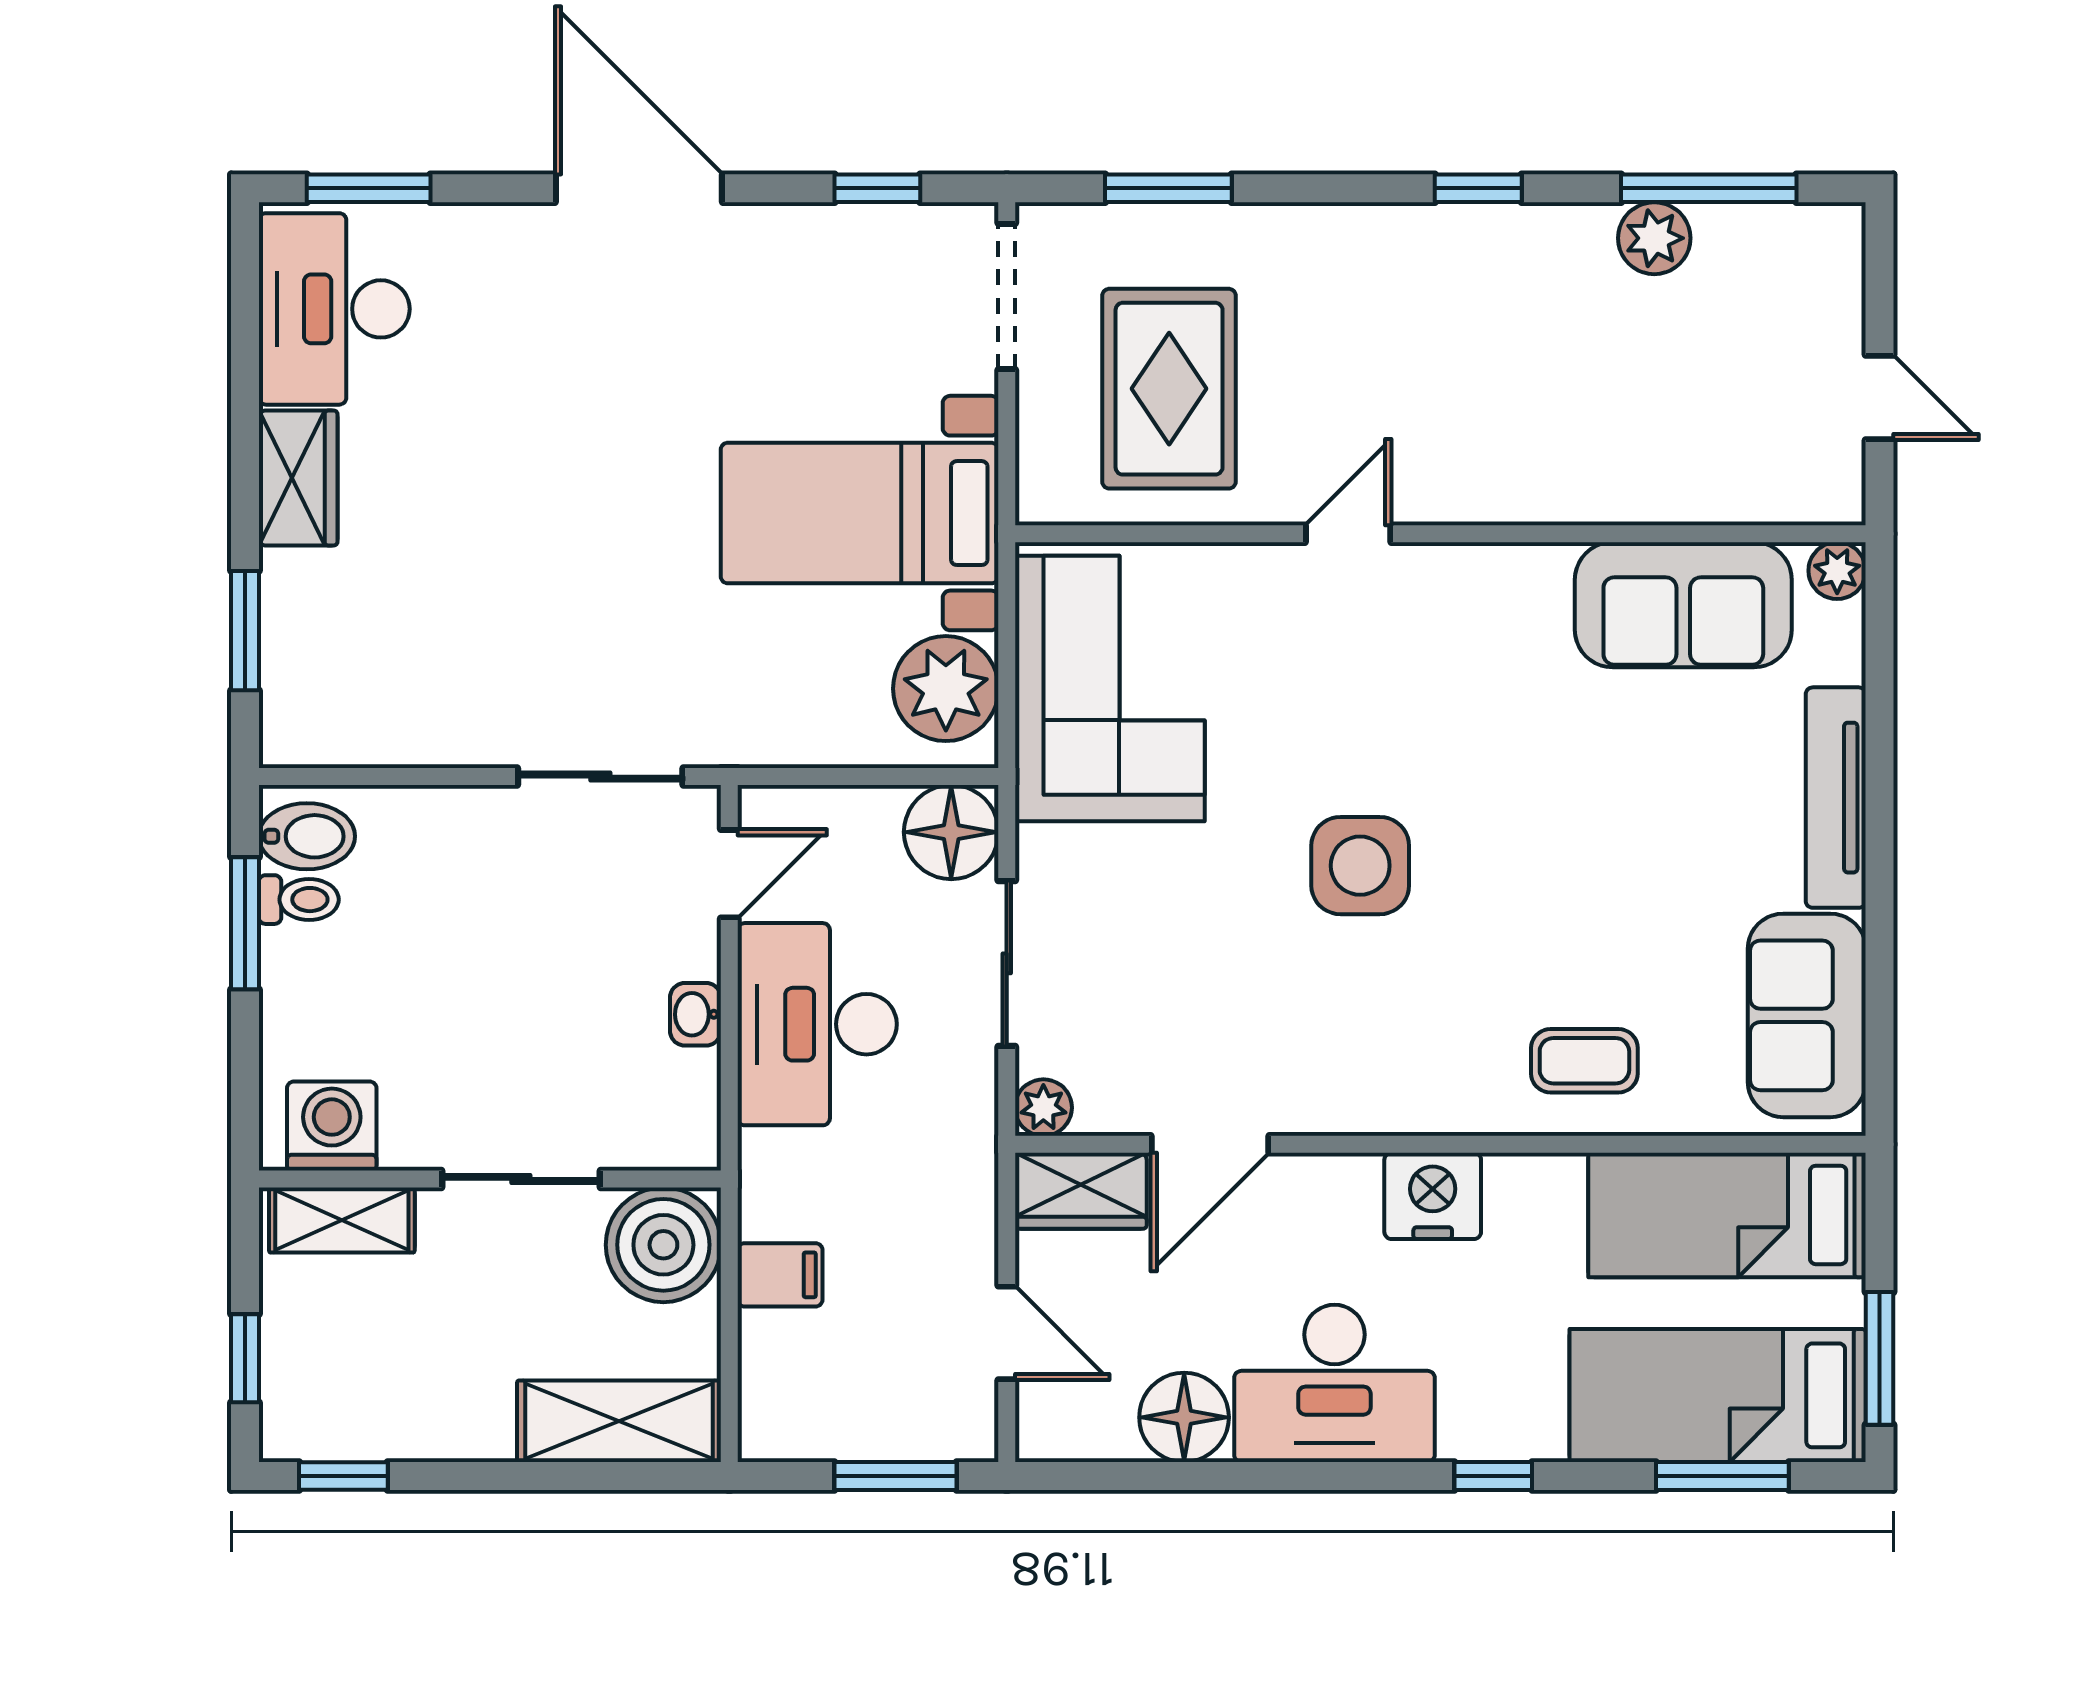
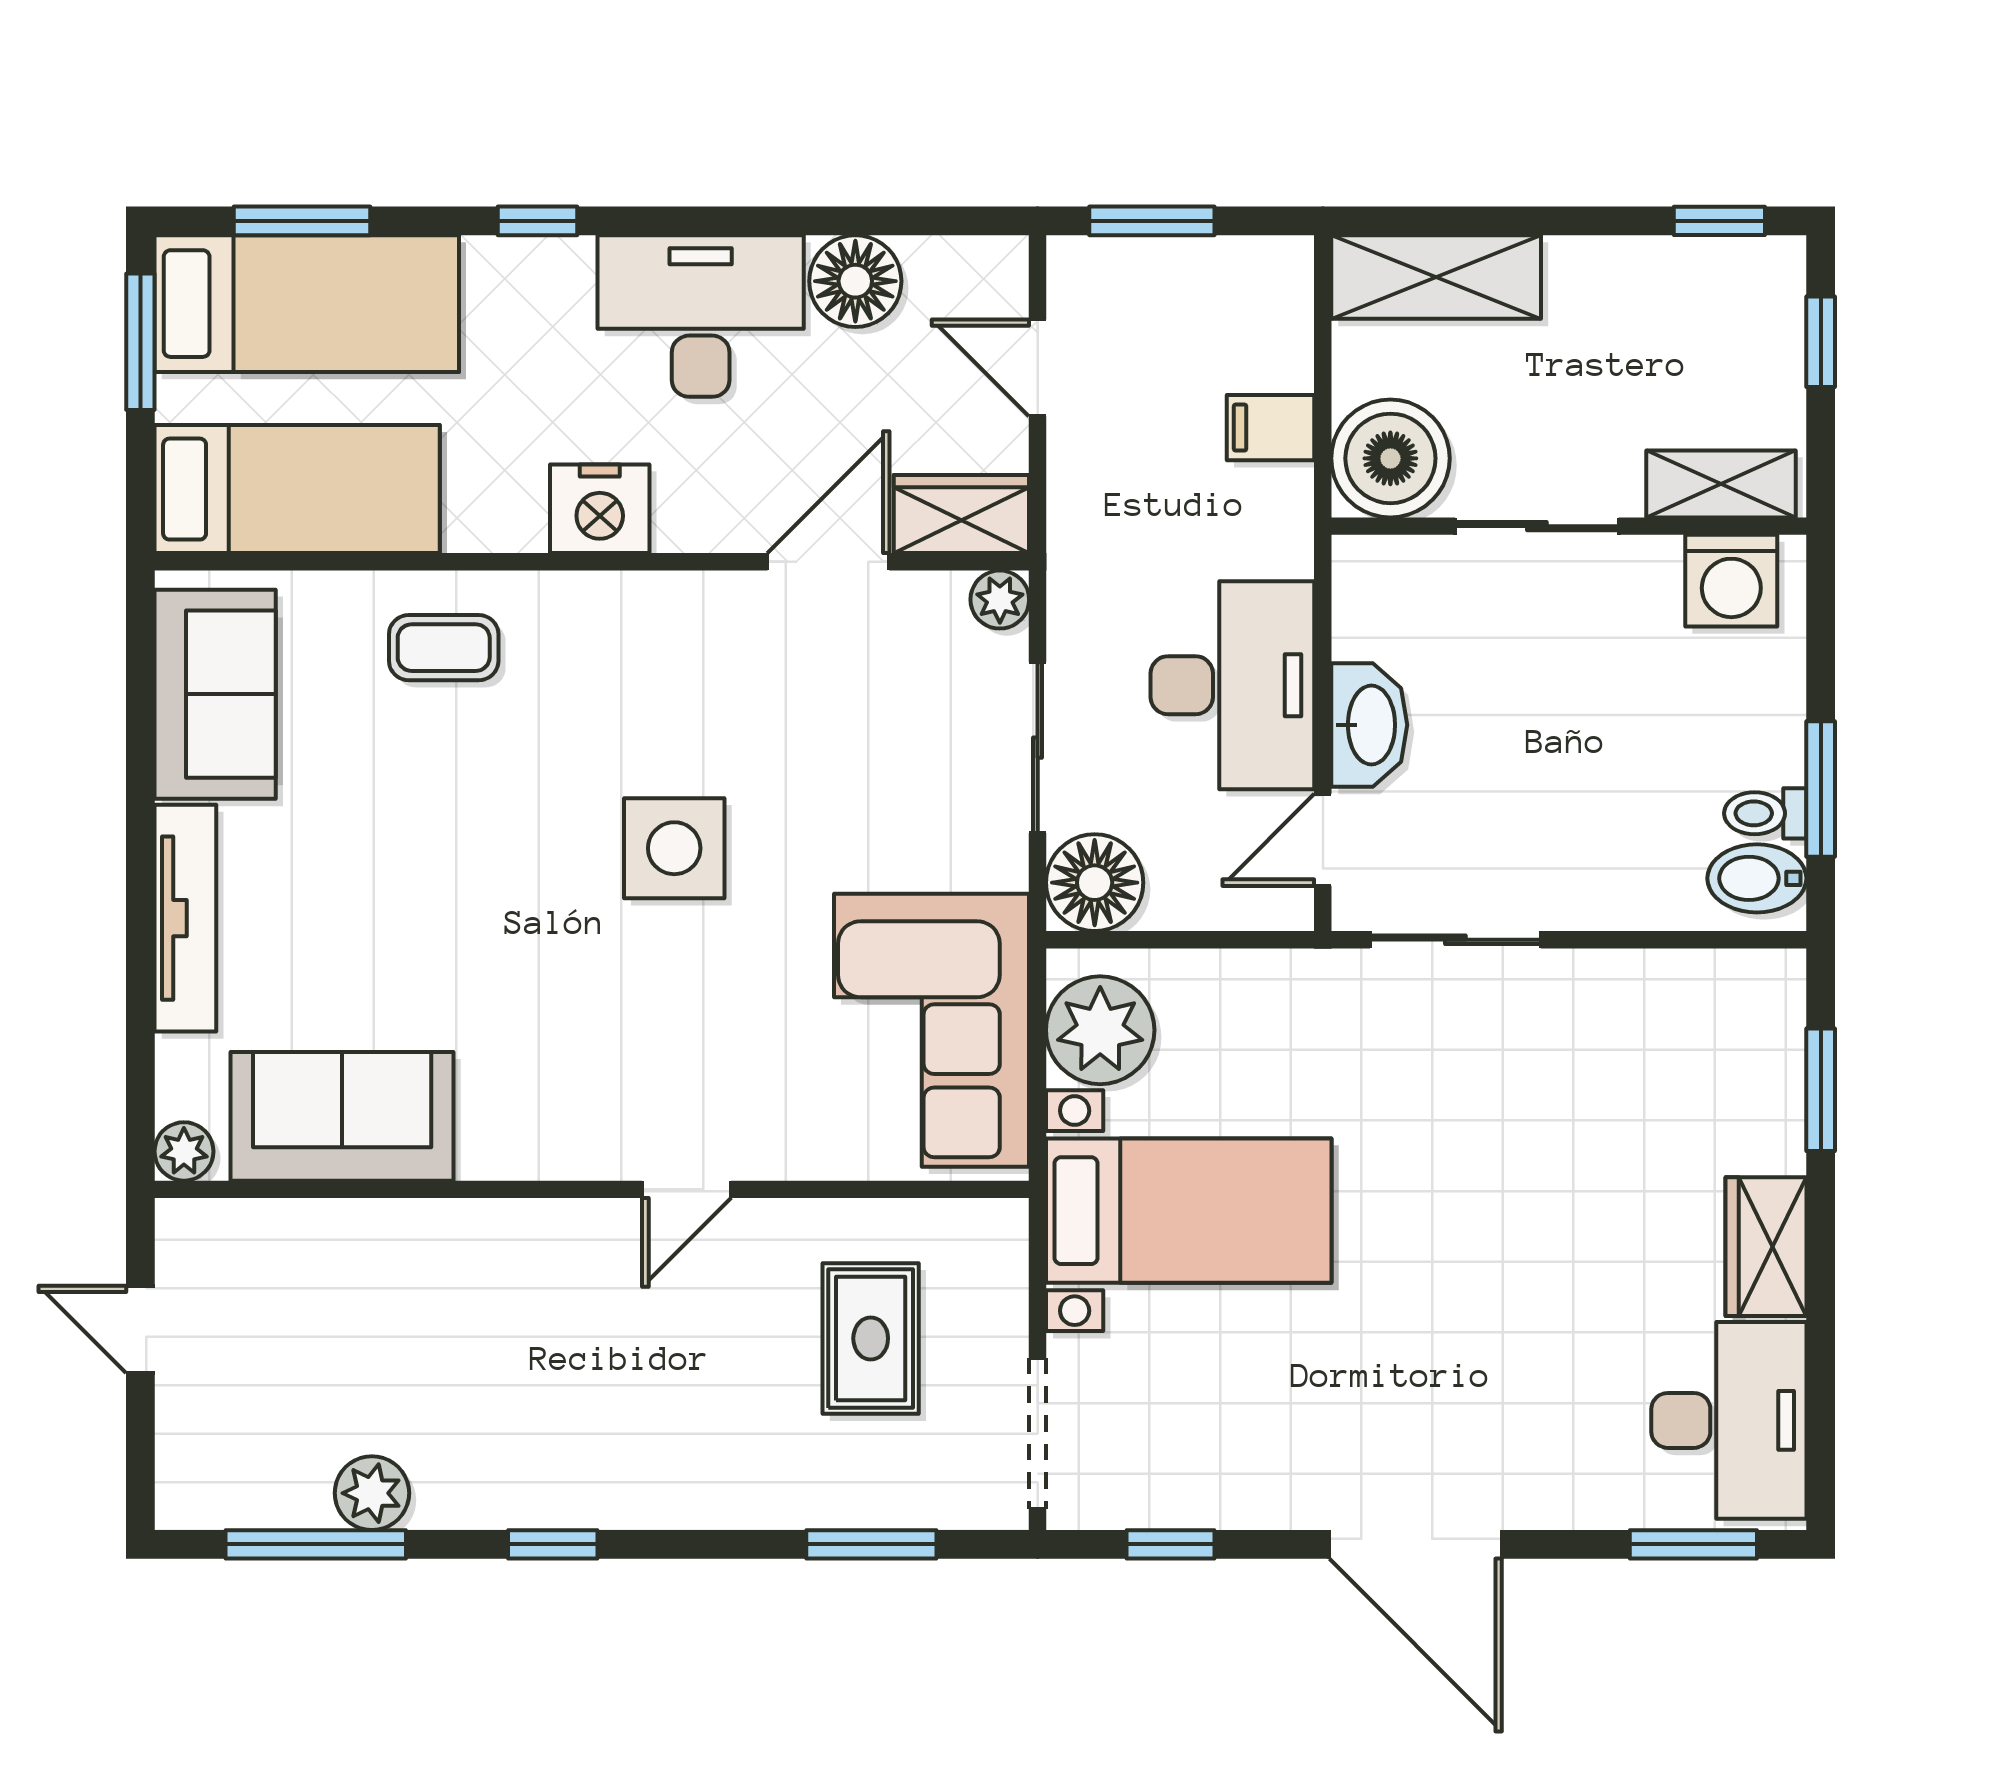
rug: (1169, 389) -> (871, 1338), width x0.73, depth x0.70
washbasin: (695, 1014) -> (1369, 725), width x1.91, depth x1.45

